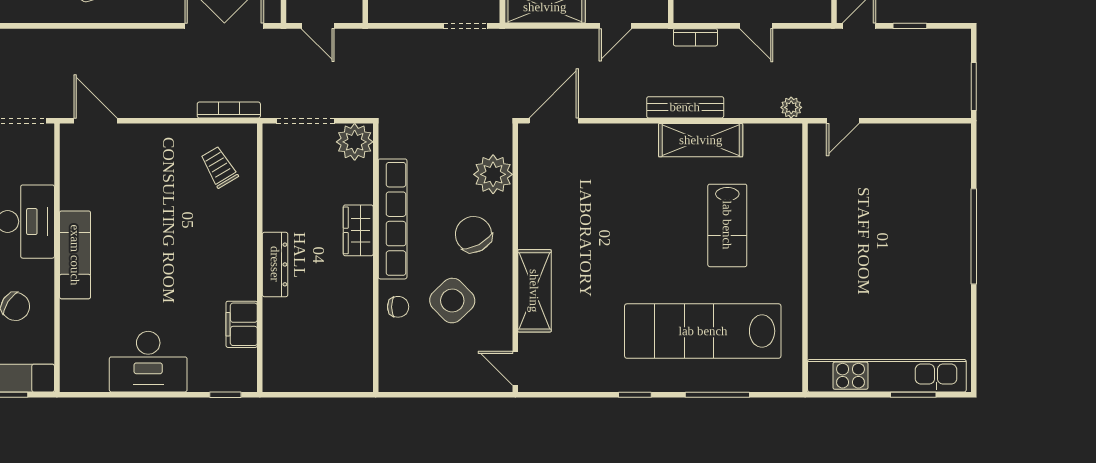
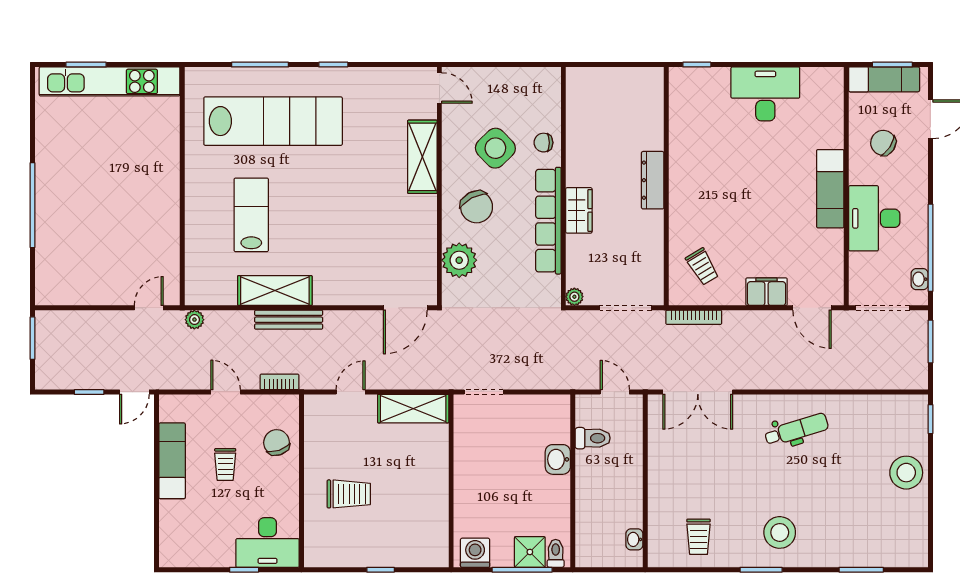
plant: (355, 142) -> (574, 297), width x0.53, depth x0.53
filing cabinet: (242, 324) -> (766, 292), moved, turned -90

